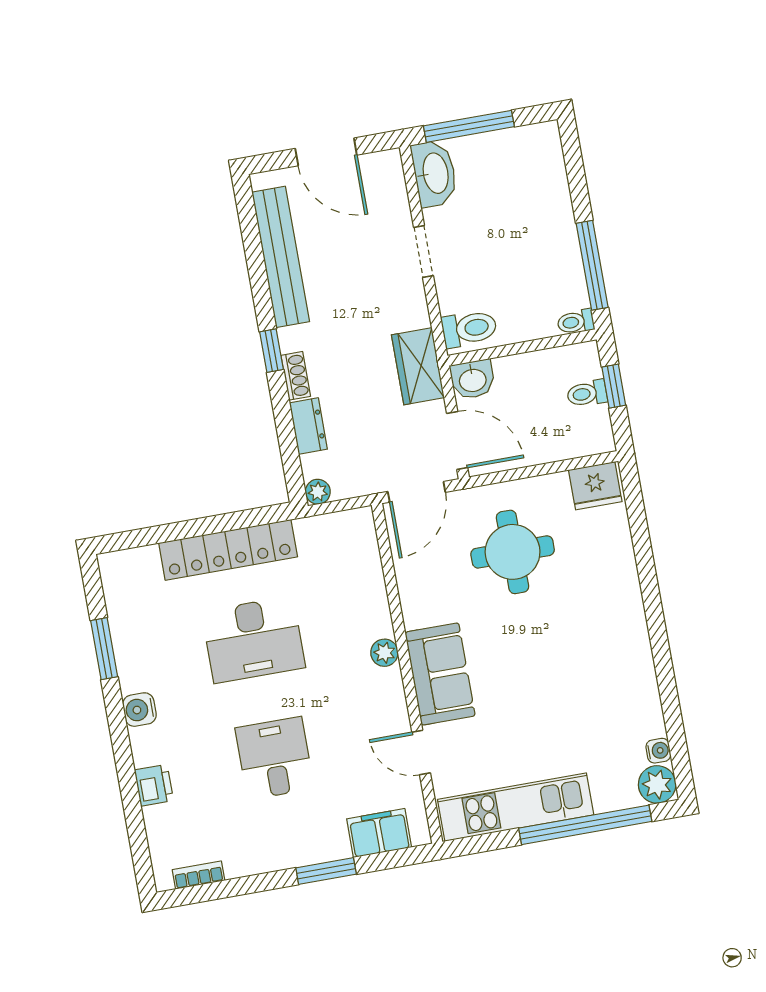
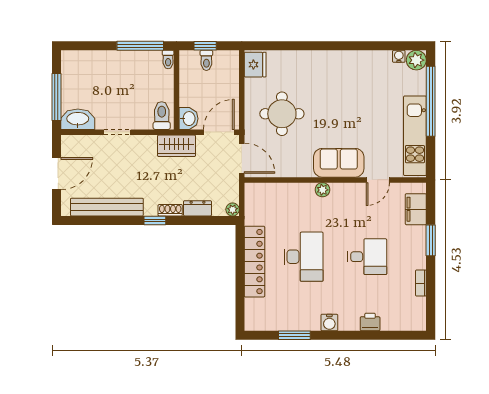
desk: (275, 758) -> (367, 257), turned 180
bookcase: (198, 875) -> (421, 283), moved

